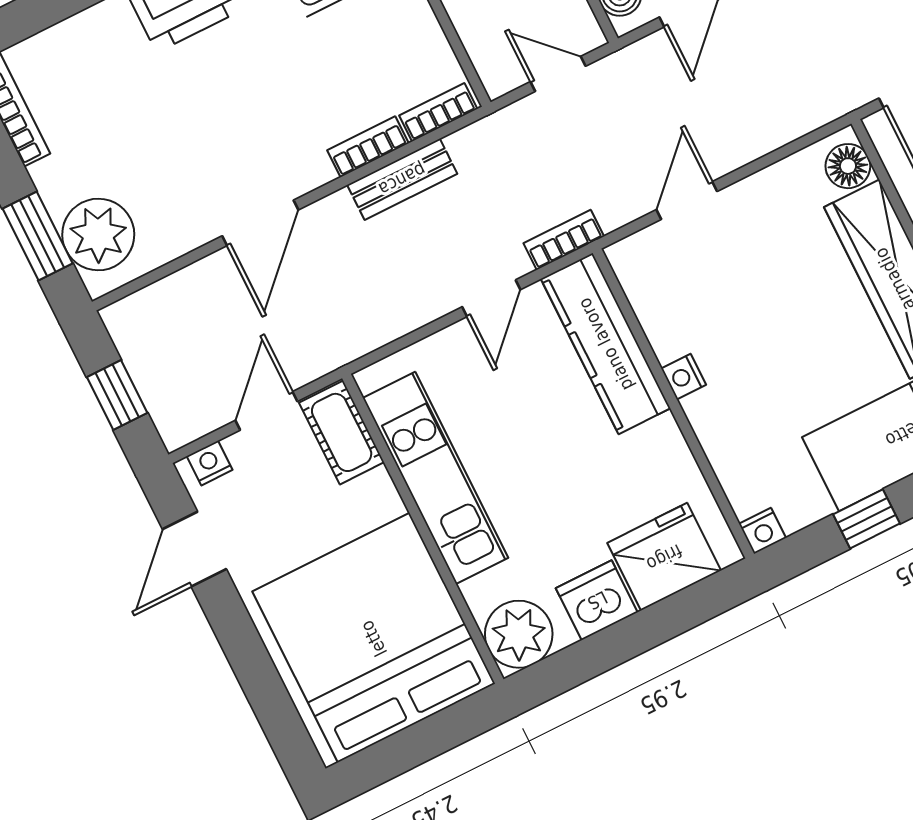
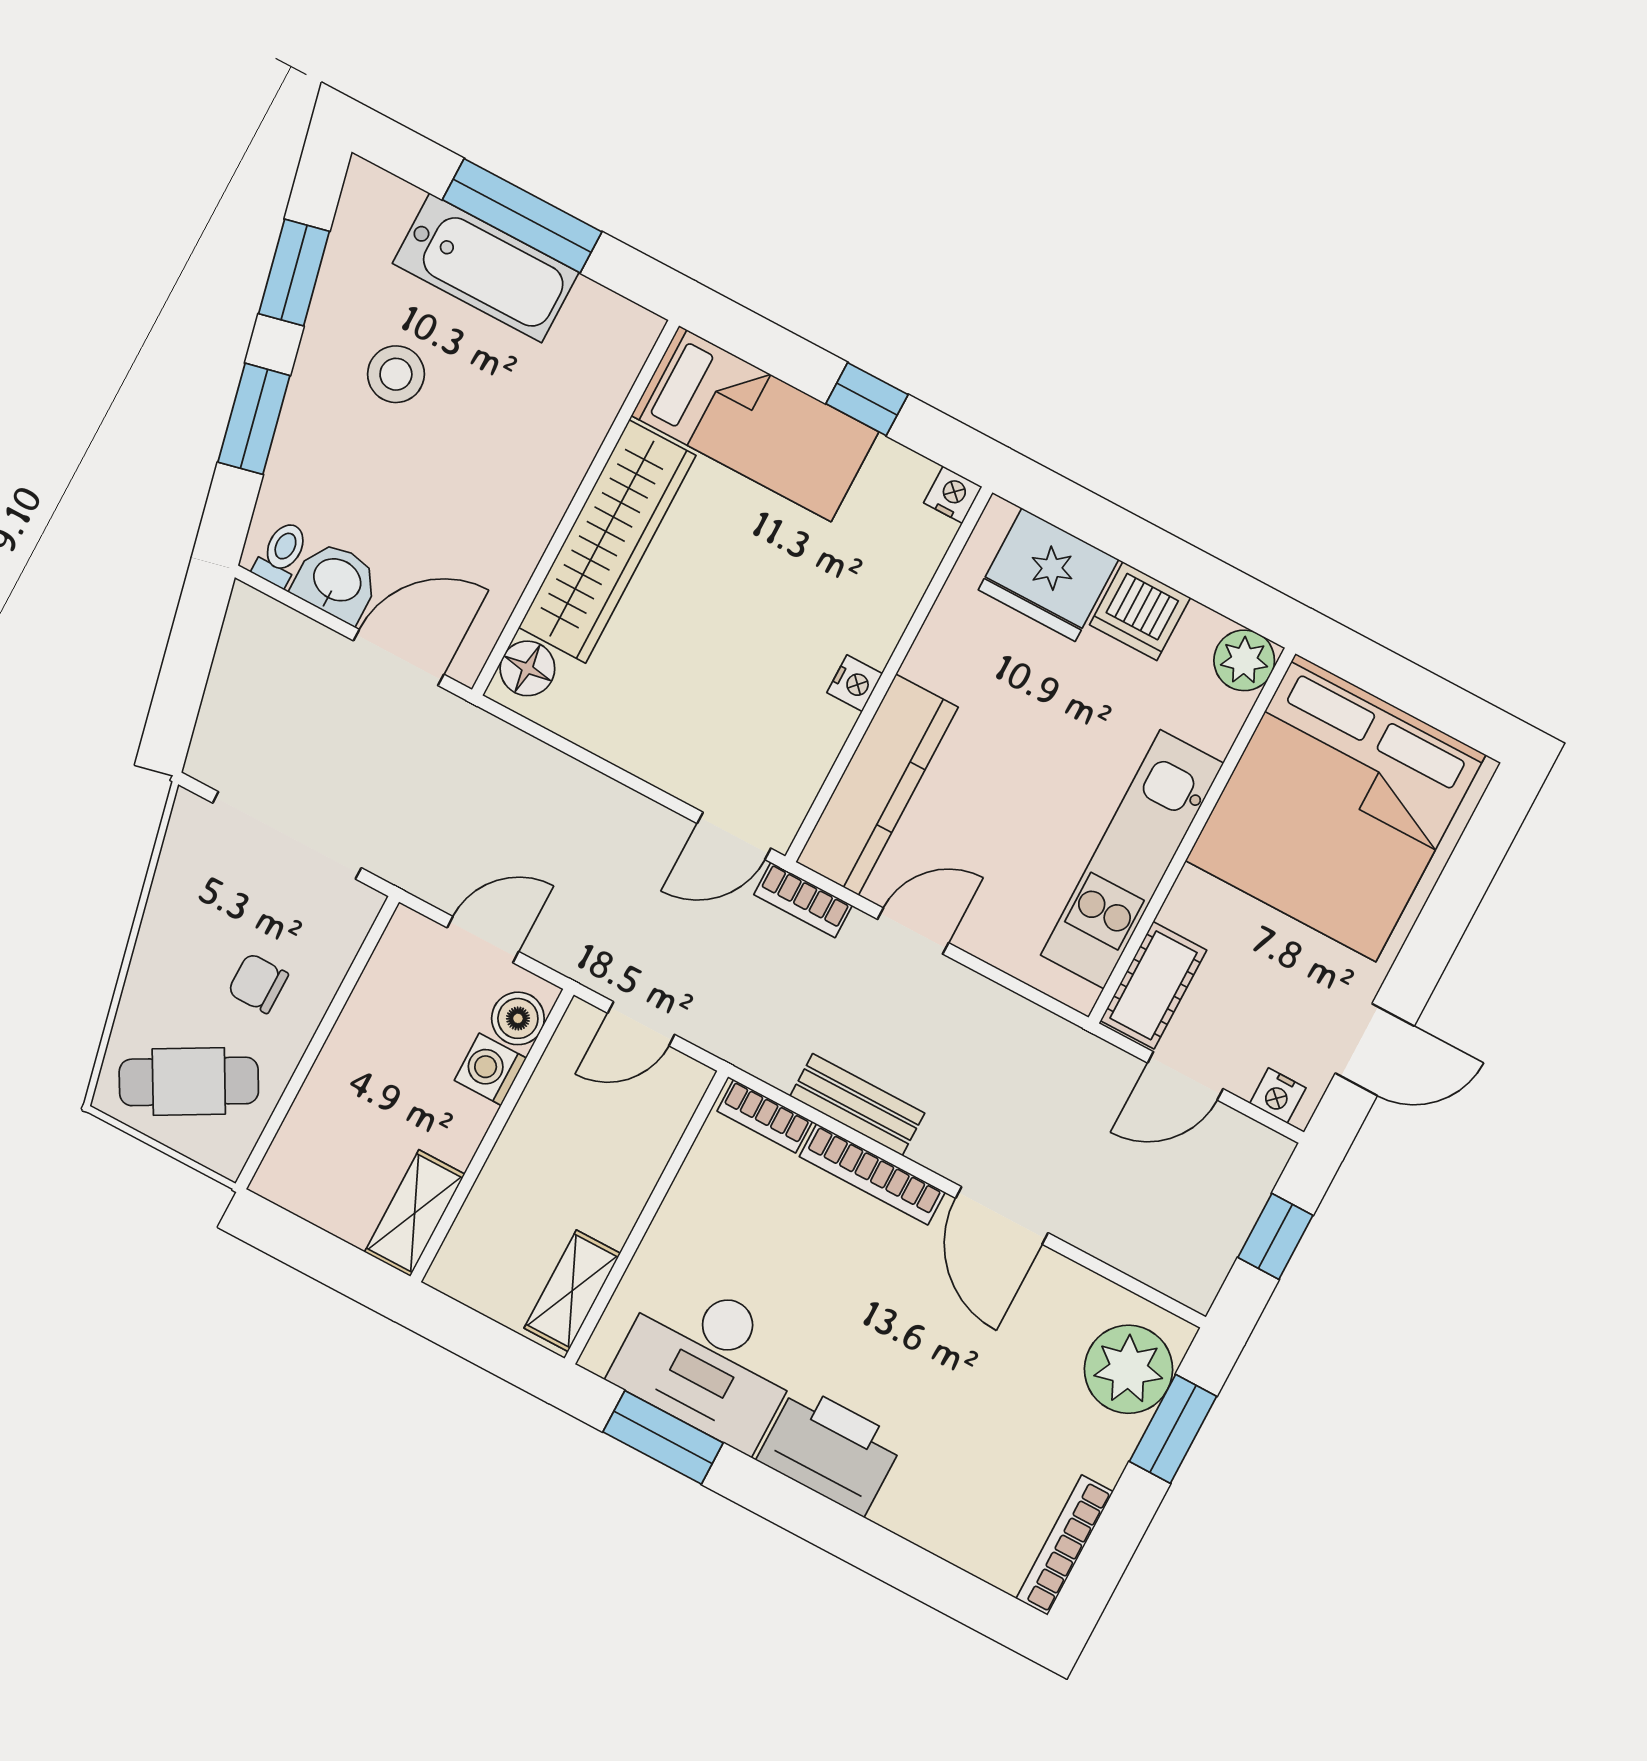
door: (558, 74) -> (641, 1024), hinge flipped
bookcase: (368, 147) -> (872, 1174), width x1.56
door: (687, 200) -> (734, 836), moved
door: (260, 223) -> (1002, 1216), swing flipped
plant: (519, 634) -> (1244, 660), width x0.73, depth x0.73

